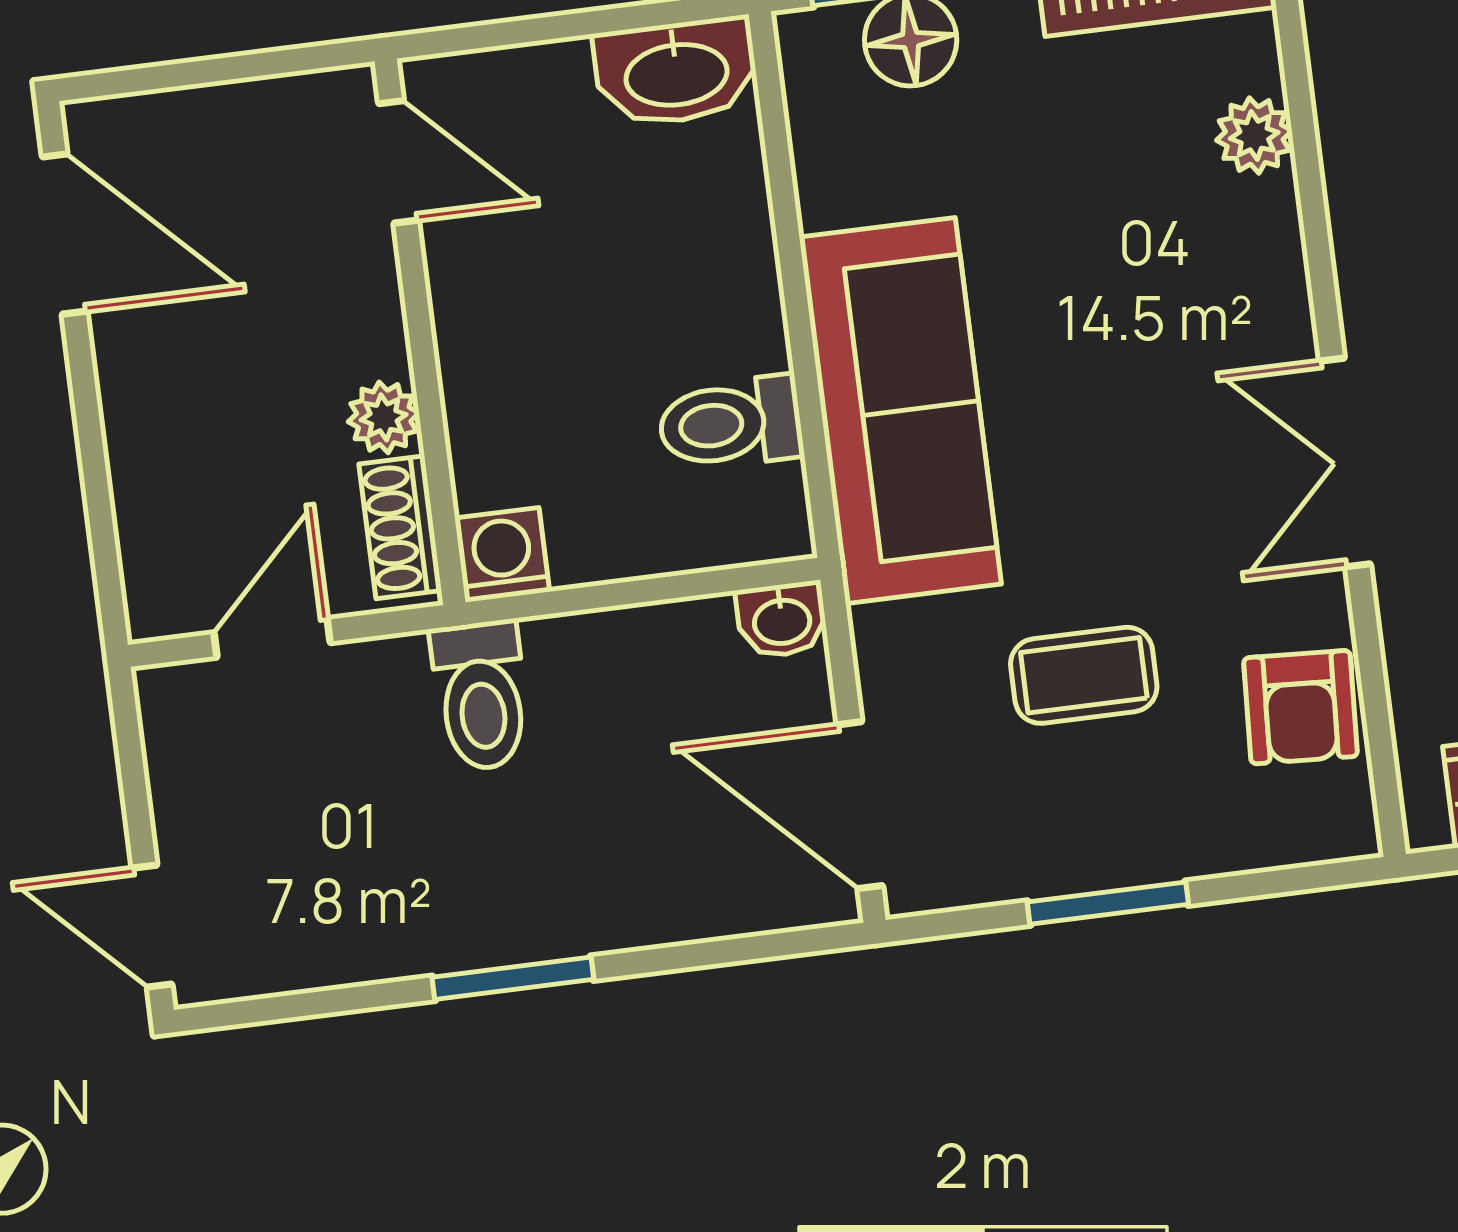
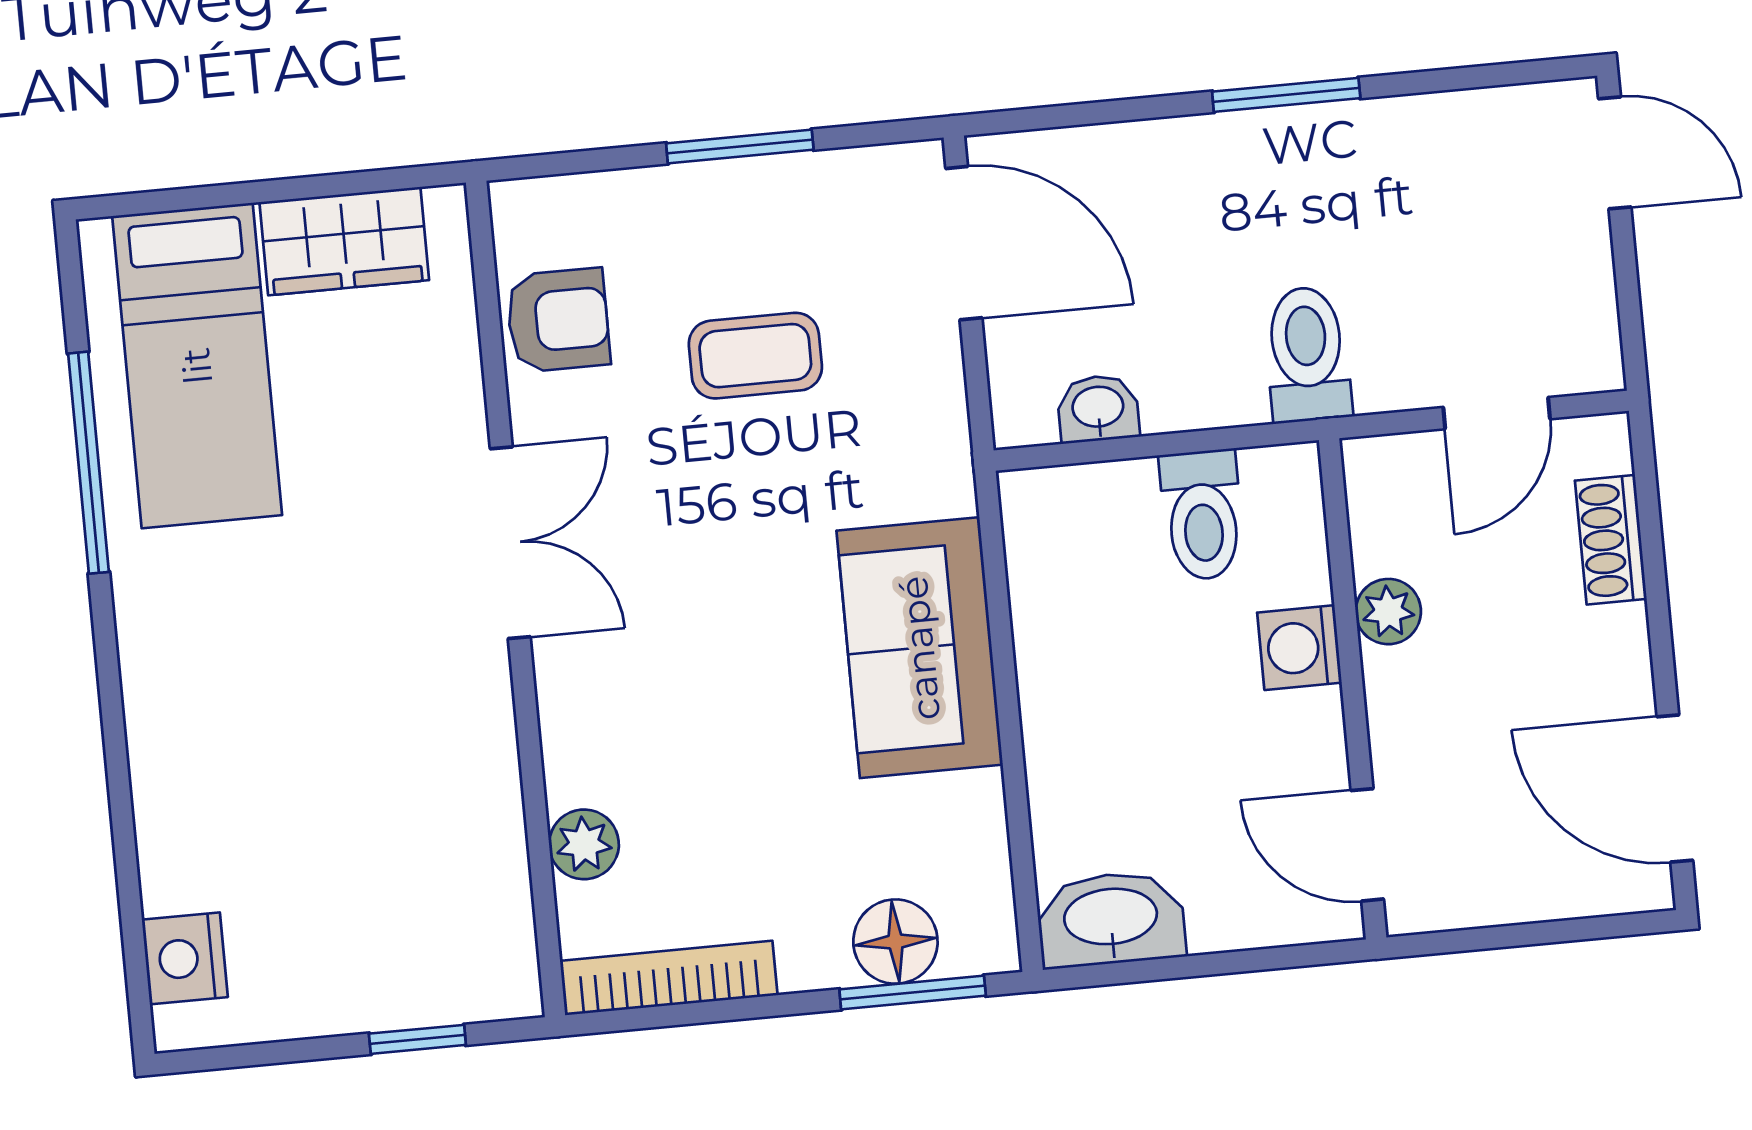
sofa: (900, 411) -> (920, 648), width x0.73
toilet: (731, 423) -> (1202, 515), moved, turned 90
shoe rack: (400, 527) -> (1611, 540), moved, turned 180
washing machine: (502, 555) -> (1299, 648), moved, turned 90
washbasin: (782, 620) -> (1098, 409), moved
armchair: (1301, 707) -> (558, 320), turned 87

